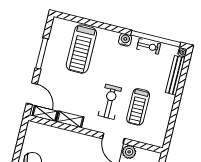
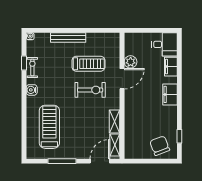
window: (156, 39) -> (24, 63), width x0.32
treadmill: (81, 49) -> (49, 127), turned -90
bench: (175, 75) -> (68, 38), moved
exercise bike: (110, 102) -> (90, 90), turned 180

